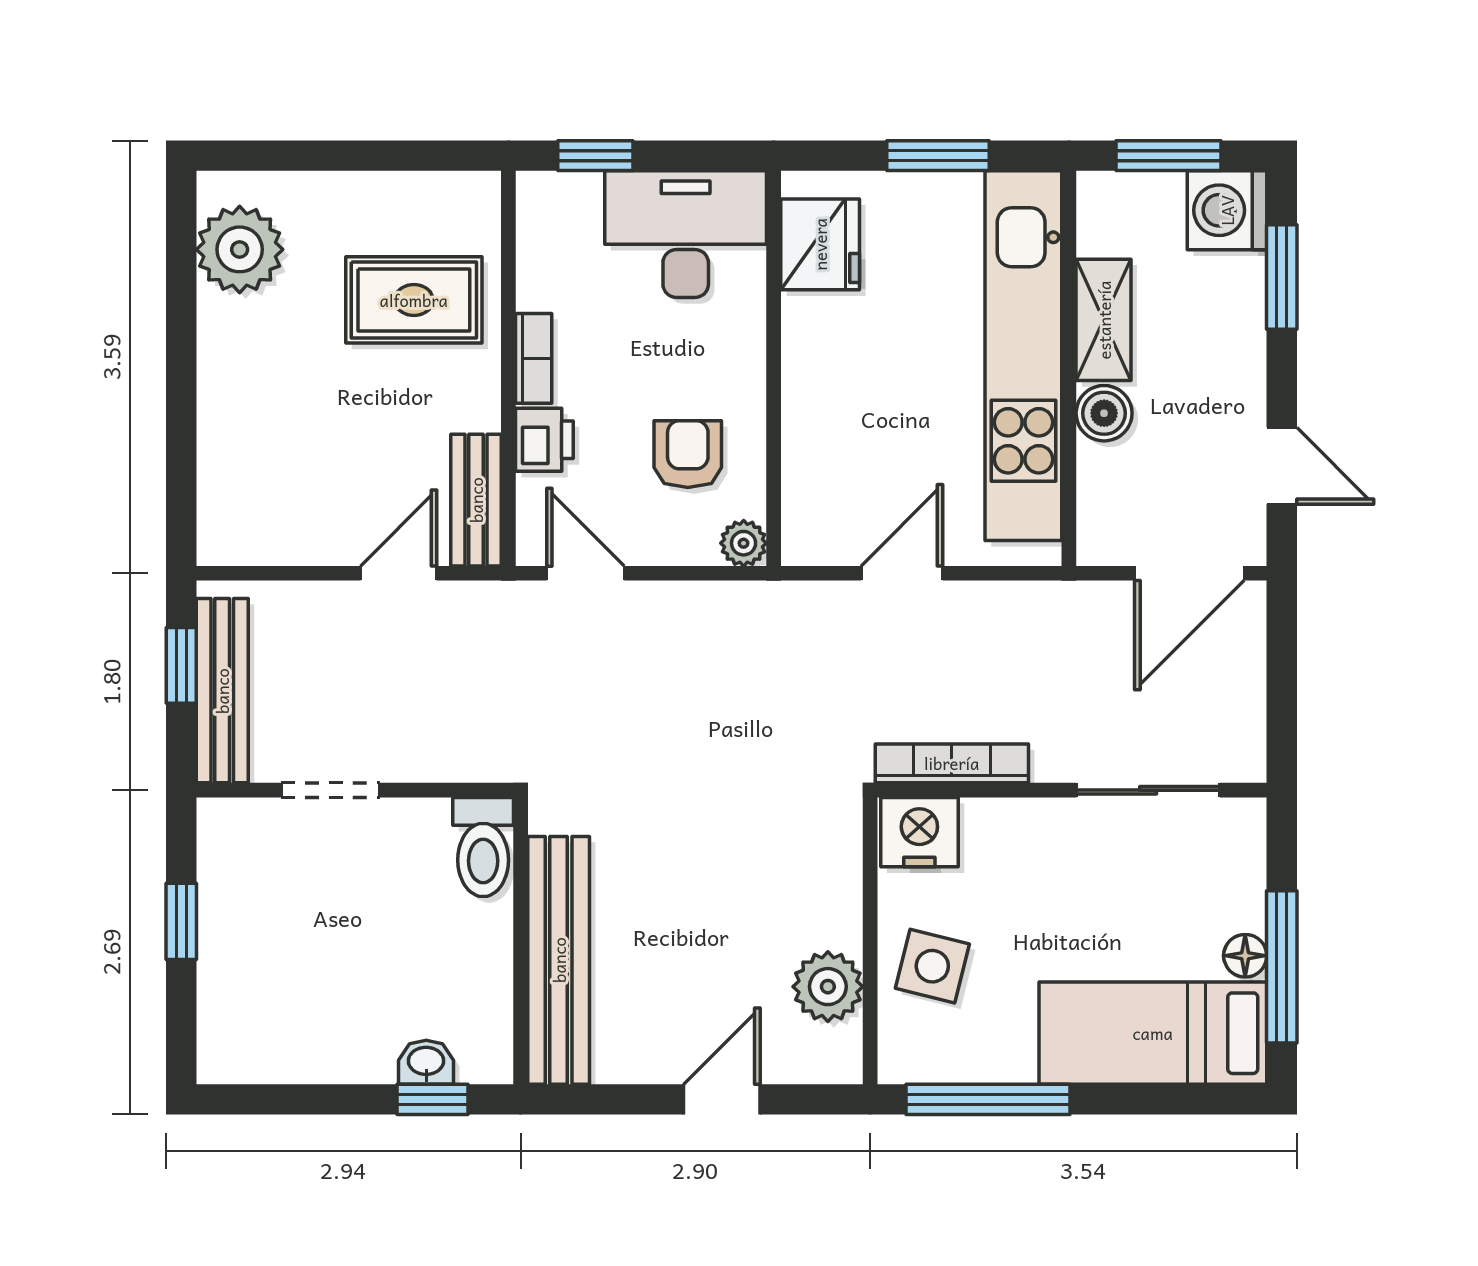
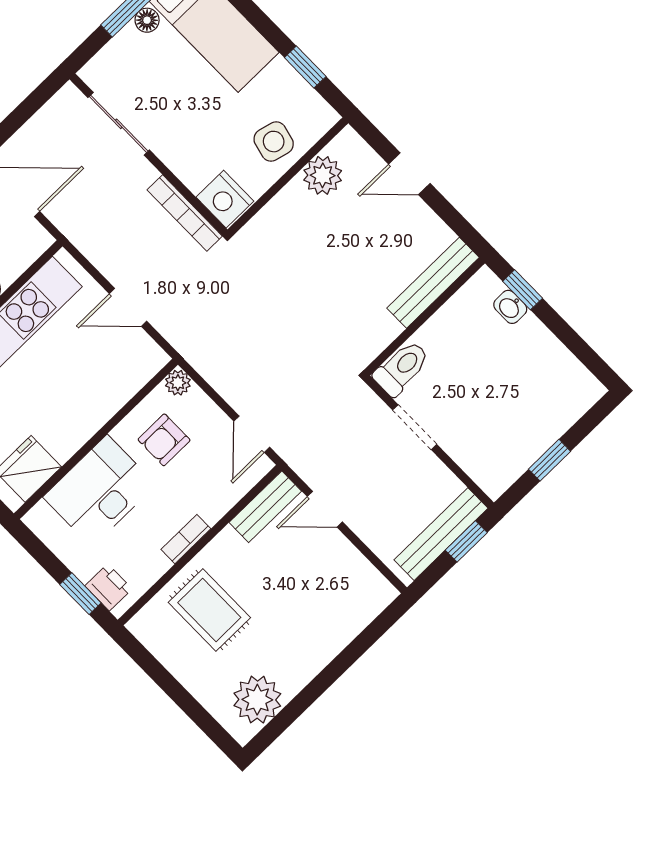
desk: (686, 234) -> (100, 491), moved, turned 90
printer: (544, 440) -> (109, 587), moved, turned 90
window: (181, 665) -> (466, 541), moved
doorway: (331, 790) -> (415, 427), moved
bench: (559, 960) -> (433, 283), width x0.73, depth x0.82
window: (988, 1099) -> (305, 67), width x0.46

